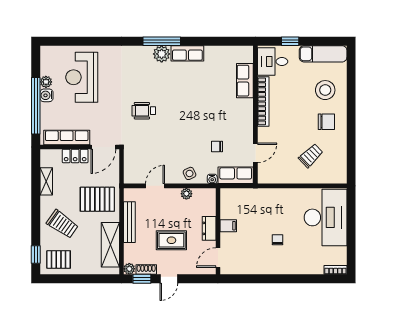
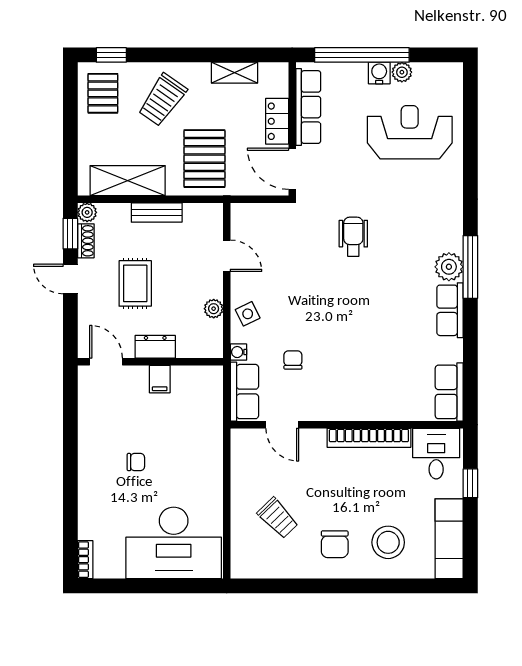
row of seats: (245, 81) -> (449, 392), moved, turned -90
bench: (129, 222) -> (157, 213), width x0.73

